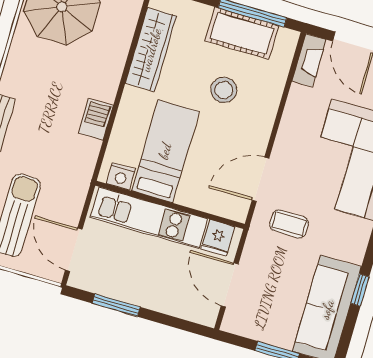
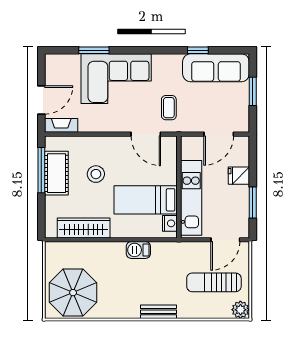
fridge: (218, 238) -> (239, 176), moved, turned 180

